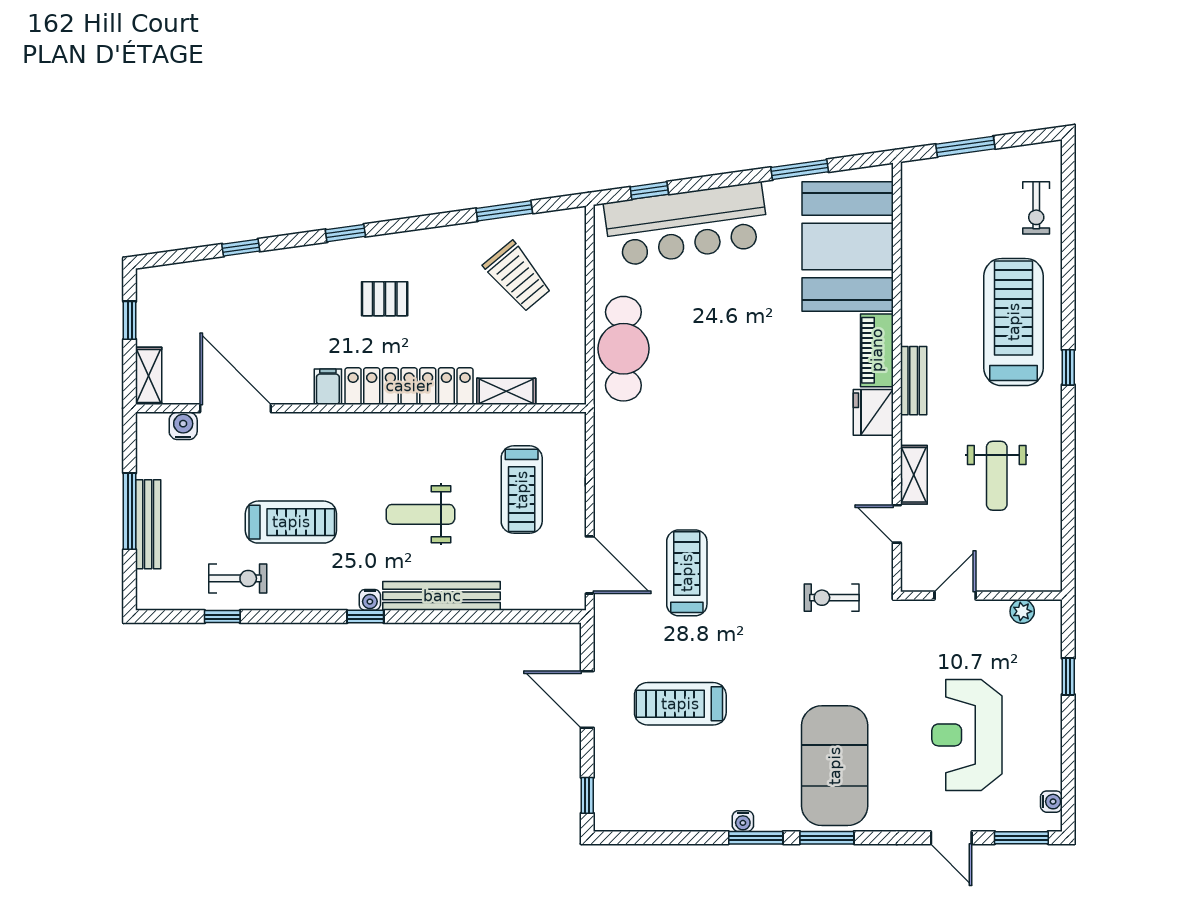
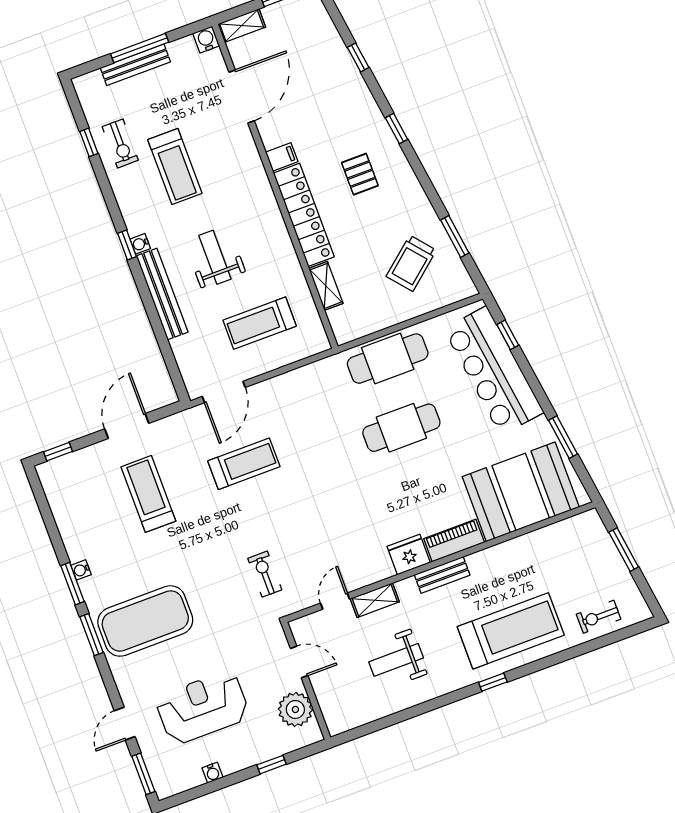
cafe table: (715, 363) -> (401, 428), added
water cooler: (183, 426) -> (206, 40), moved, turned -90
plant: (1022, 611) -> (295, 709), width x1.88, depth x1.88
water cooler: (1051, 802) -> (212, 773), moved

